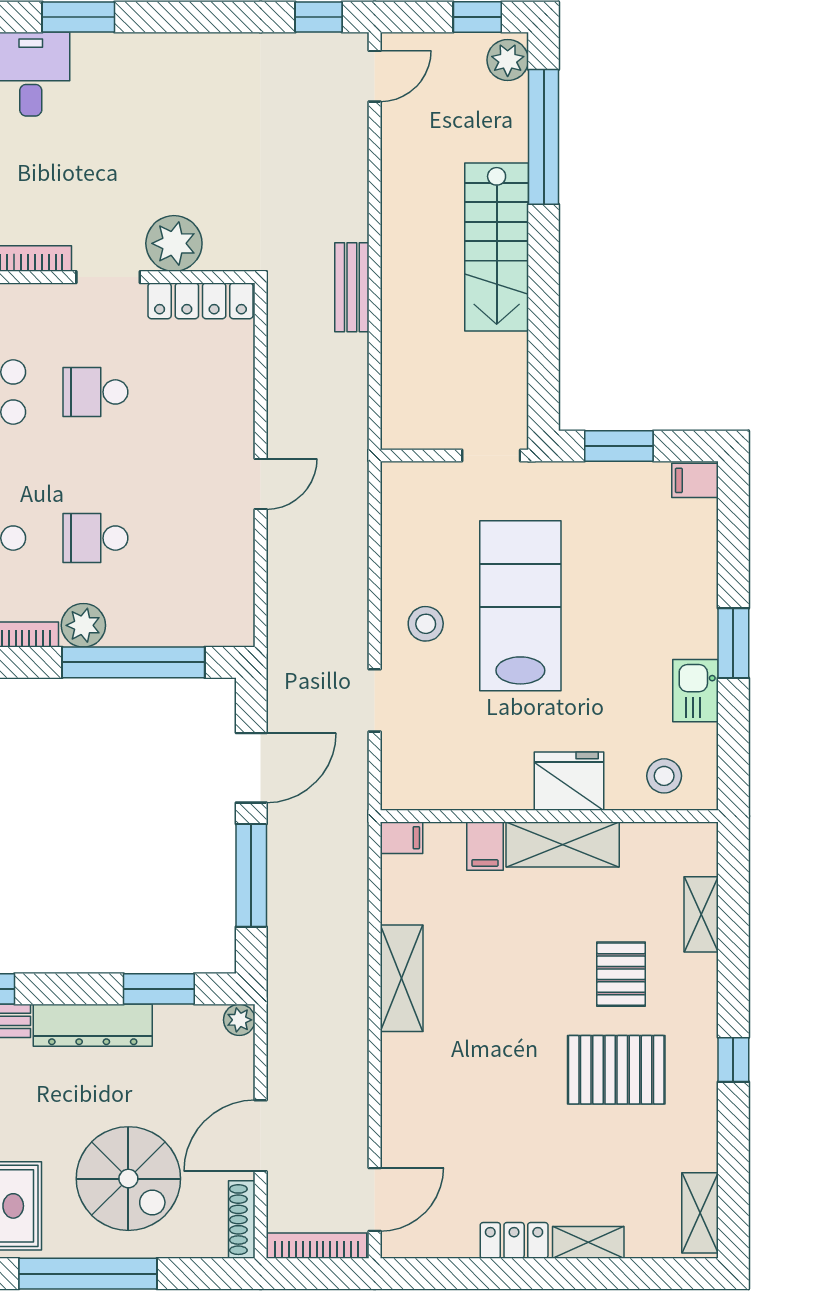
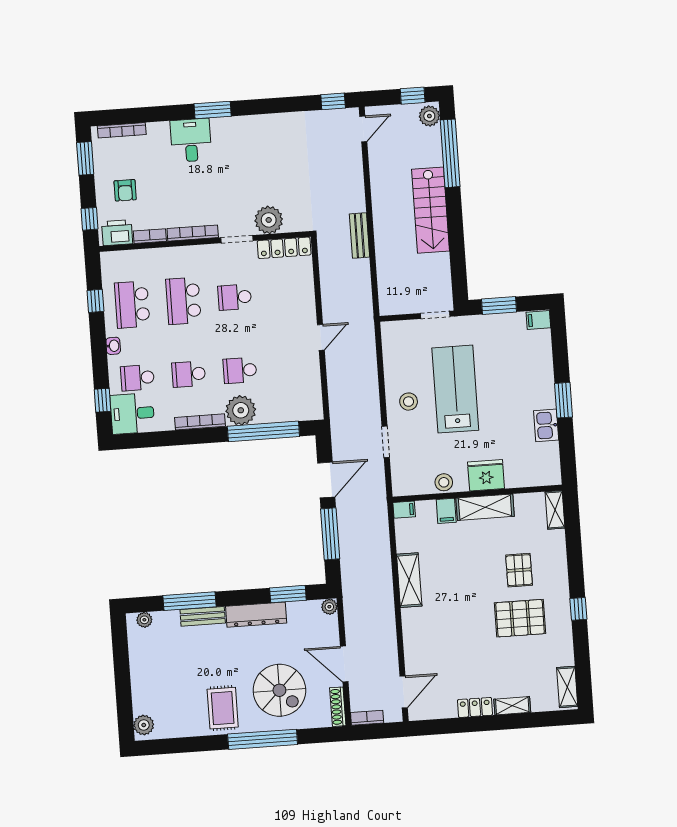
plant: (83, 625) -> (241, 410), width x1.36, depth x1.36
stool: (664, 776) -> (444, 482), moved
shelving: (701, 914) -> (555, 510), moved
door: (261, 1136) -> (344, 664), hinge flipped
bookcase: (317, 1246) -> (367, 718), width x0.64

